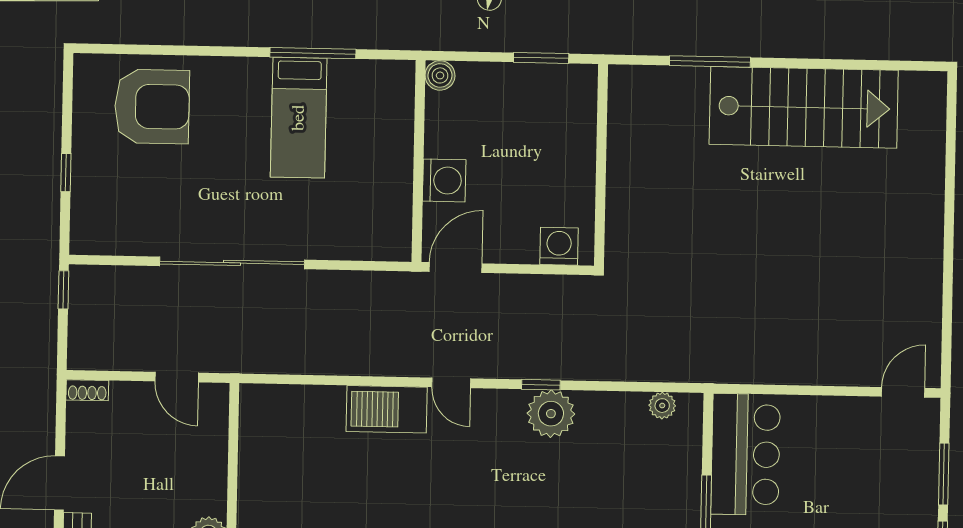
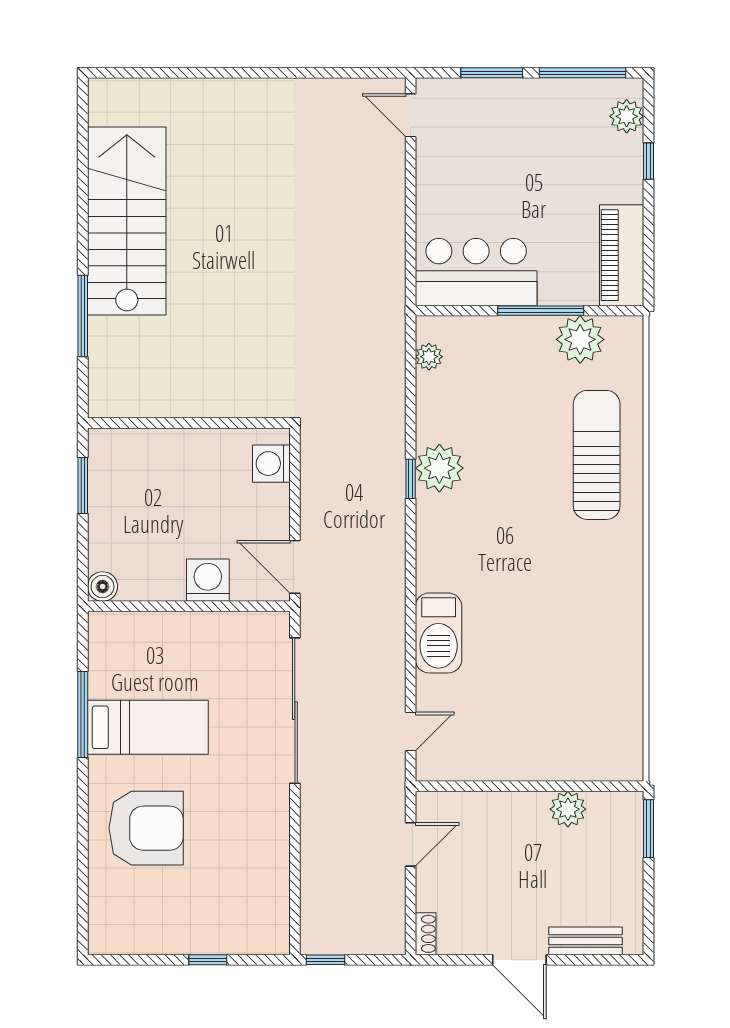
armchair: (152, 106) -> (146, 828), moved, turned 90
sliding door: (232, 263) -> (295, 711), moved
door: (451, 383) -> (411, 731), moved

